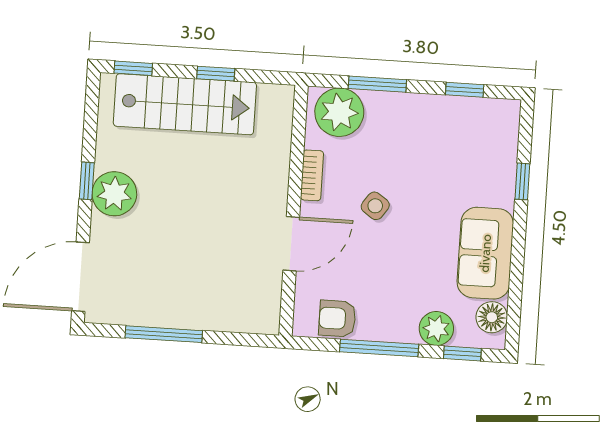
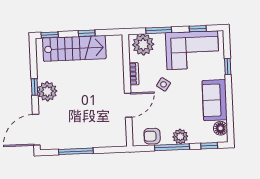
corner sofa: (447, 136) -> (192, 50), added
plant: (436, 328) -> (180, 137), moved

